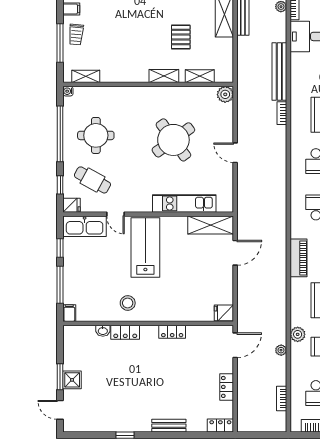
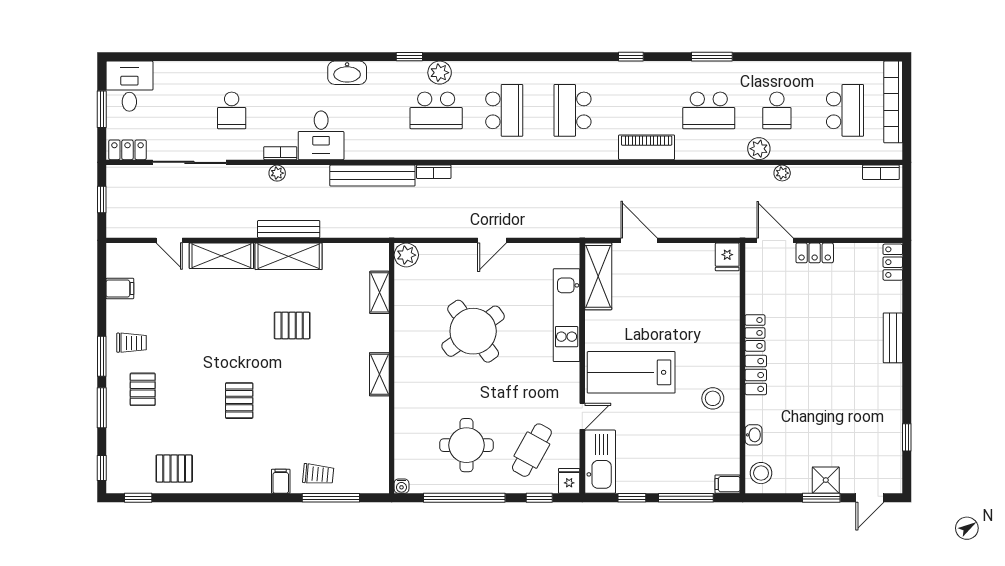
pallet: (181, 37) -> (292, 325), moved
shelving: (86, 76) -> (380, 460), removed
shelving: (164, 76) -> (379, 374), moved
locker: (125, 332) -> (756, 375), moved
stool: (77, 336) -> (761, 473), added
locker: (227, 387) -> (815, 253), moved
bookcase: (282, 398) -> (881, 172), moved
window: (125, 435) -> (907, 437), moved

